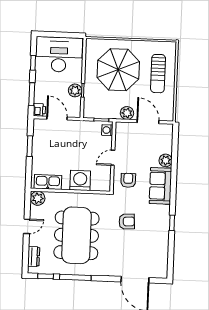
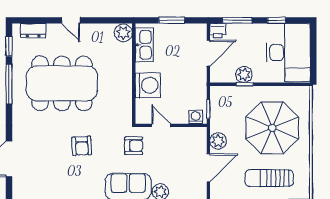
washing machine: (80, 180) -> (148, 85), moved
kitchen sink: (48, 182) -> (144, 45), moved
wall: (70, 191) -> (134, 74), moved
plant: (38, 198) -> (123, 33), moved

